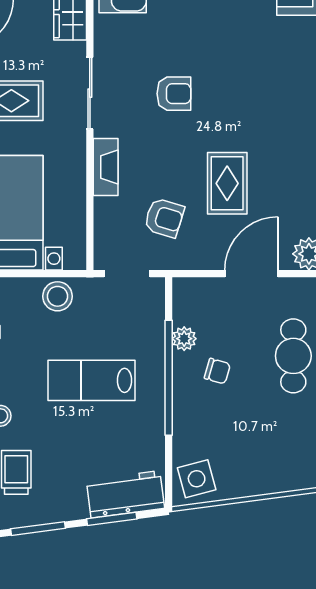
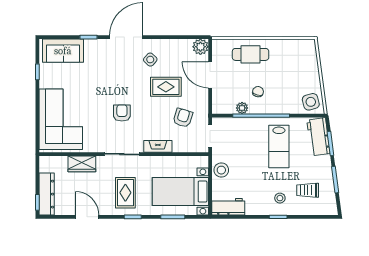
side table: (283, 151) -> (150, 60), added
lab bench: (92, 380) -> (279, 146), moved

